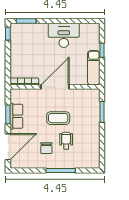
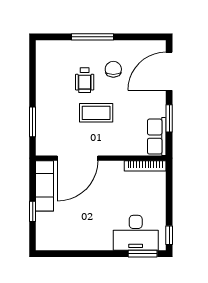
desk: (64, 35) -> (136, 233), moved
door: (55, 87) -> (78, 158), moved
row of seats: (16, 116) -> (157, 137), moved

